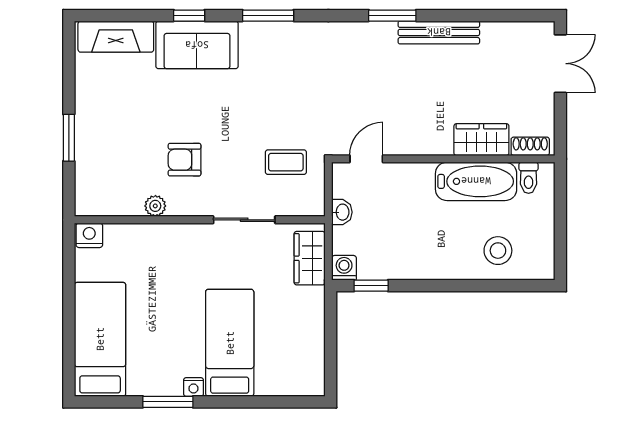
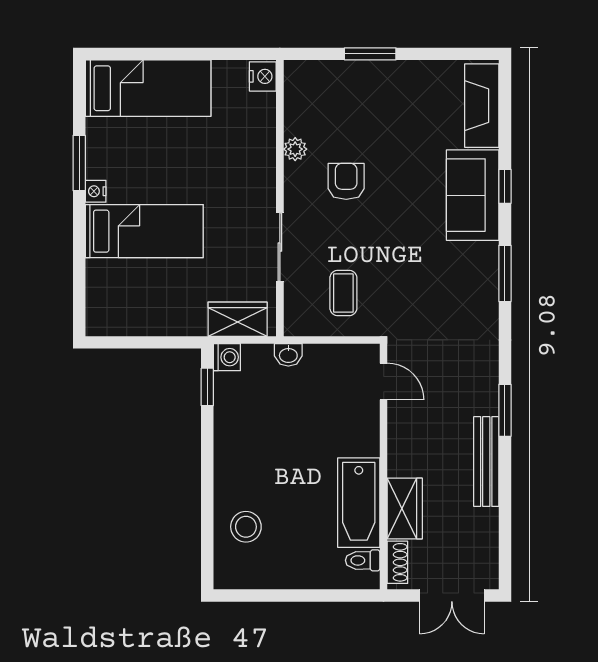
wardrobe: (481, 140) -> (405, 508), moved
shoe rack: (530, 146) -> (397, 562), moved
door: (366, 159) -> (384, 382), moved
wall: (443, 159) -> (384, 466), moved
toilet: (529, 178) -> (363, 560), moved
bathtub: (476, 181) -> (359, 503), moved

